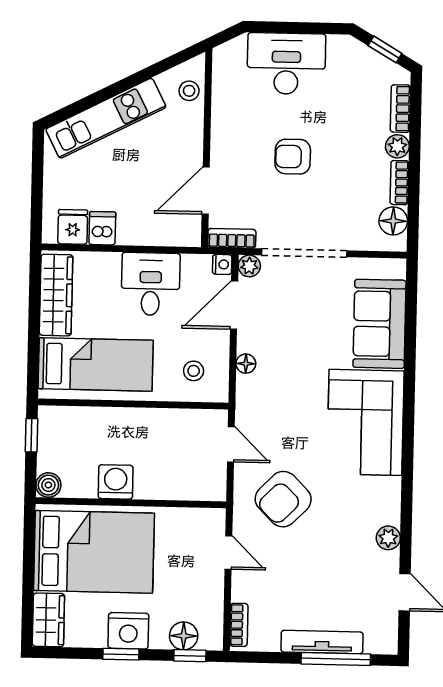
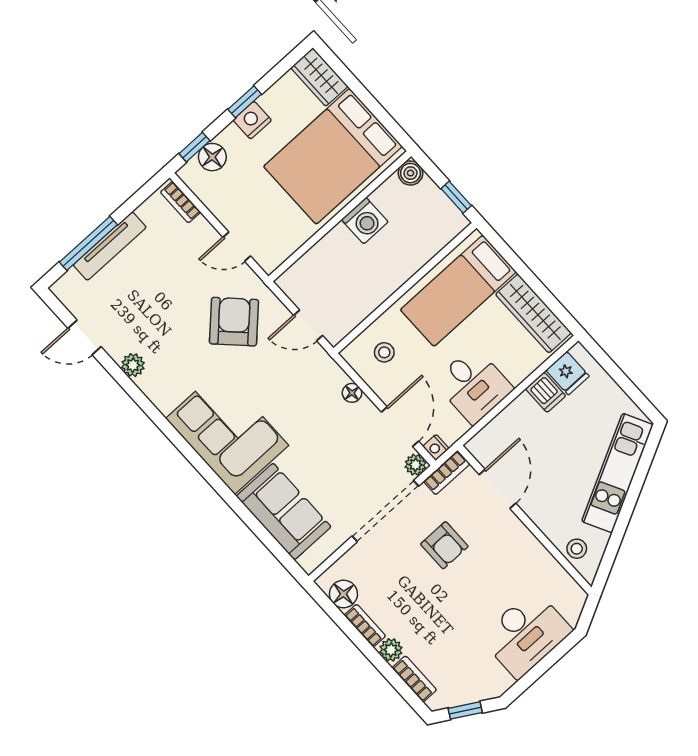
armchair: (293, 157) -> (444, 545), moved, turned 90
nightstand: (128, 631) -> (252, 120), width x0.74, depth x0.75

